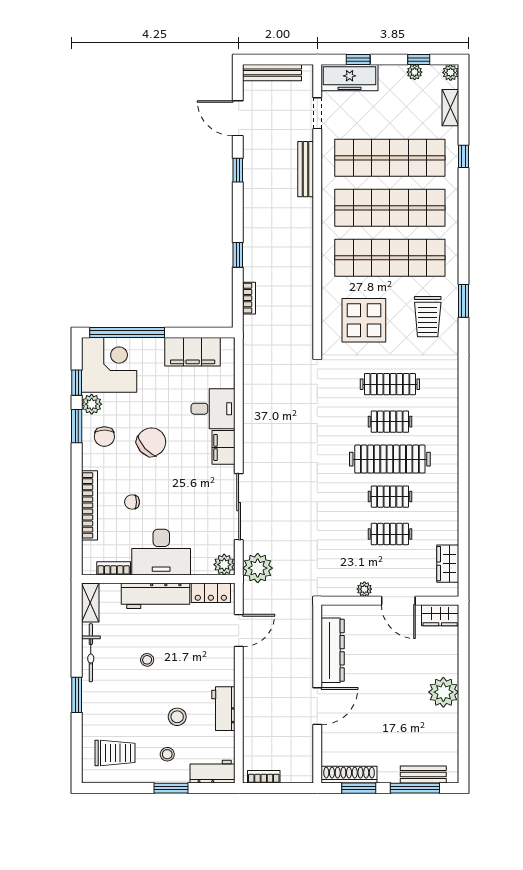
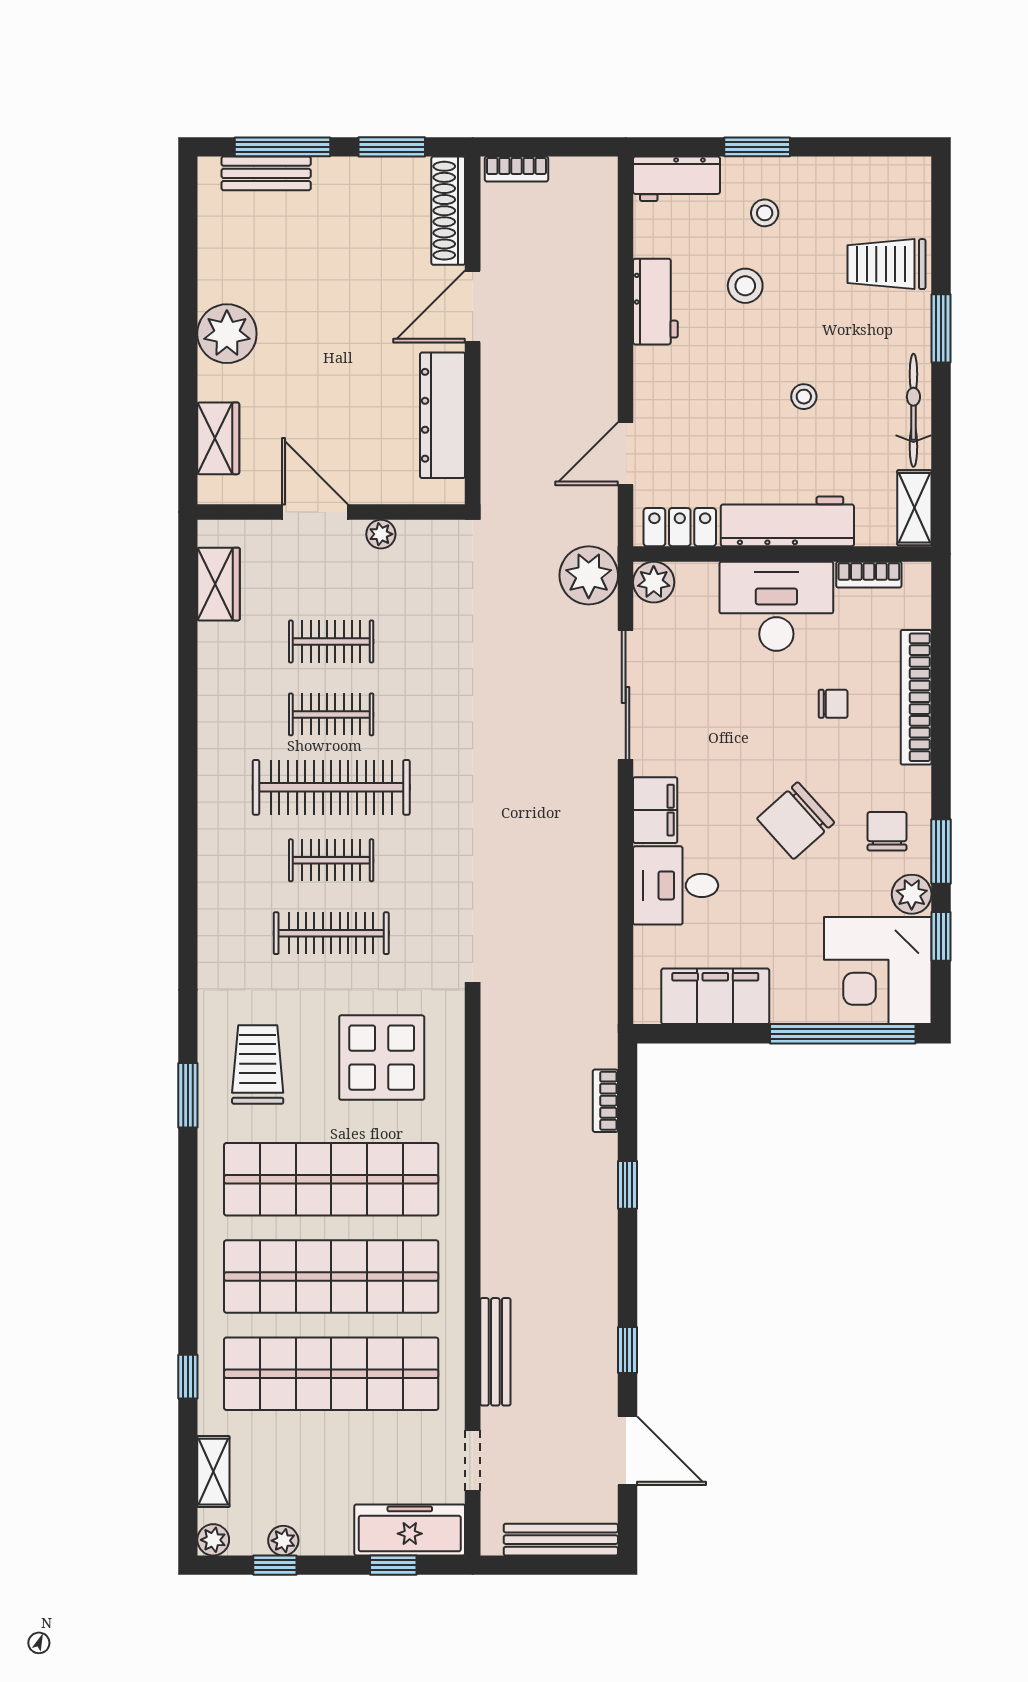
wardrobe: (440, 615) -> (218, 438), moved, turned 90
trolley: (115, 753) -> (886, 264), moved
shoe rack: (349, 775) -> (448, 211), moved, turned 90
bookcase: (264, 777) -> (516, 169), moved

